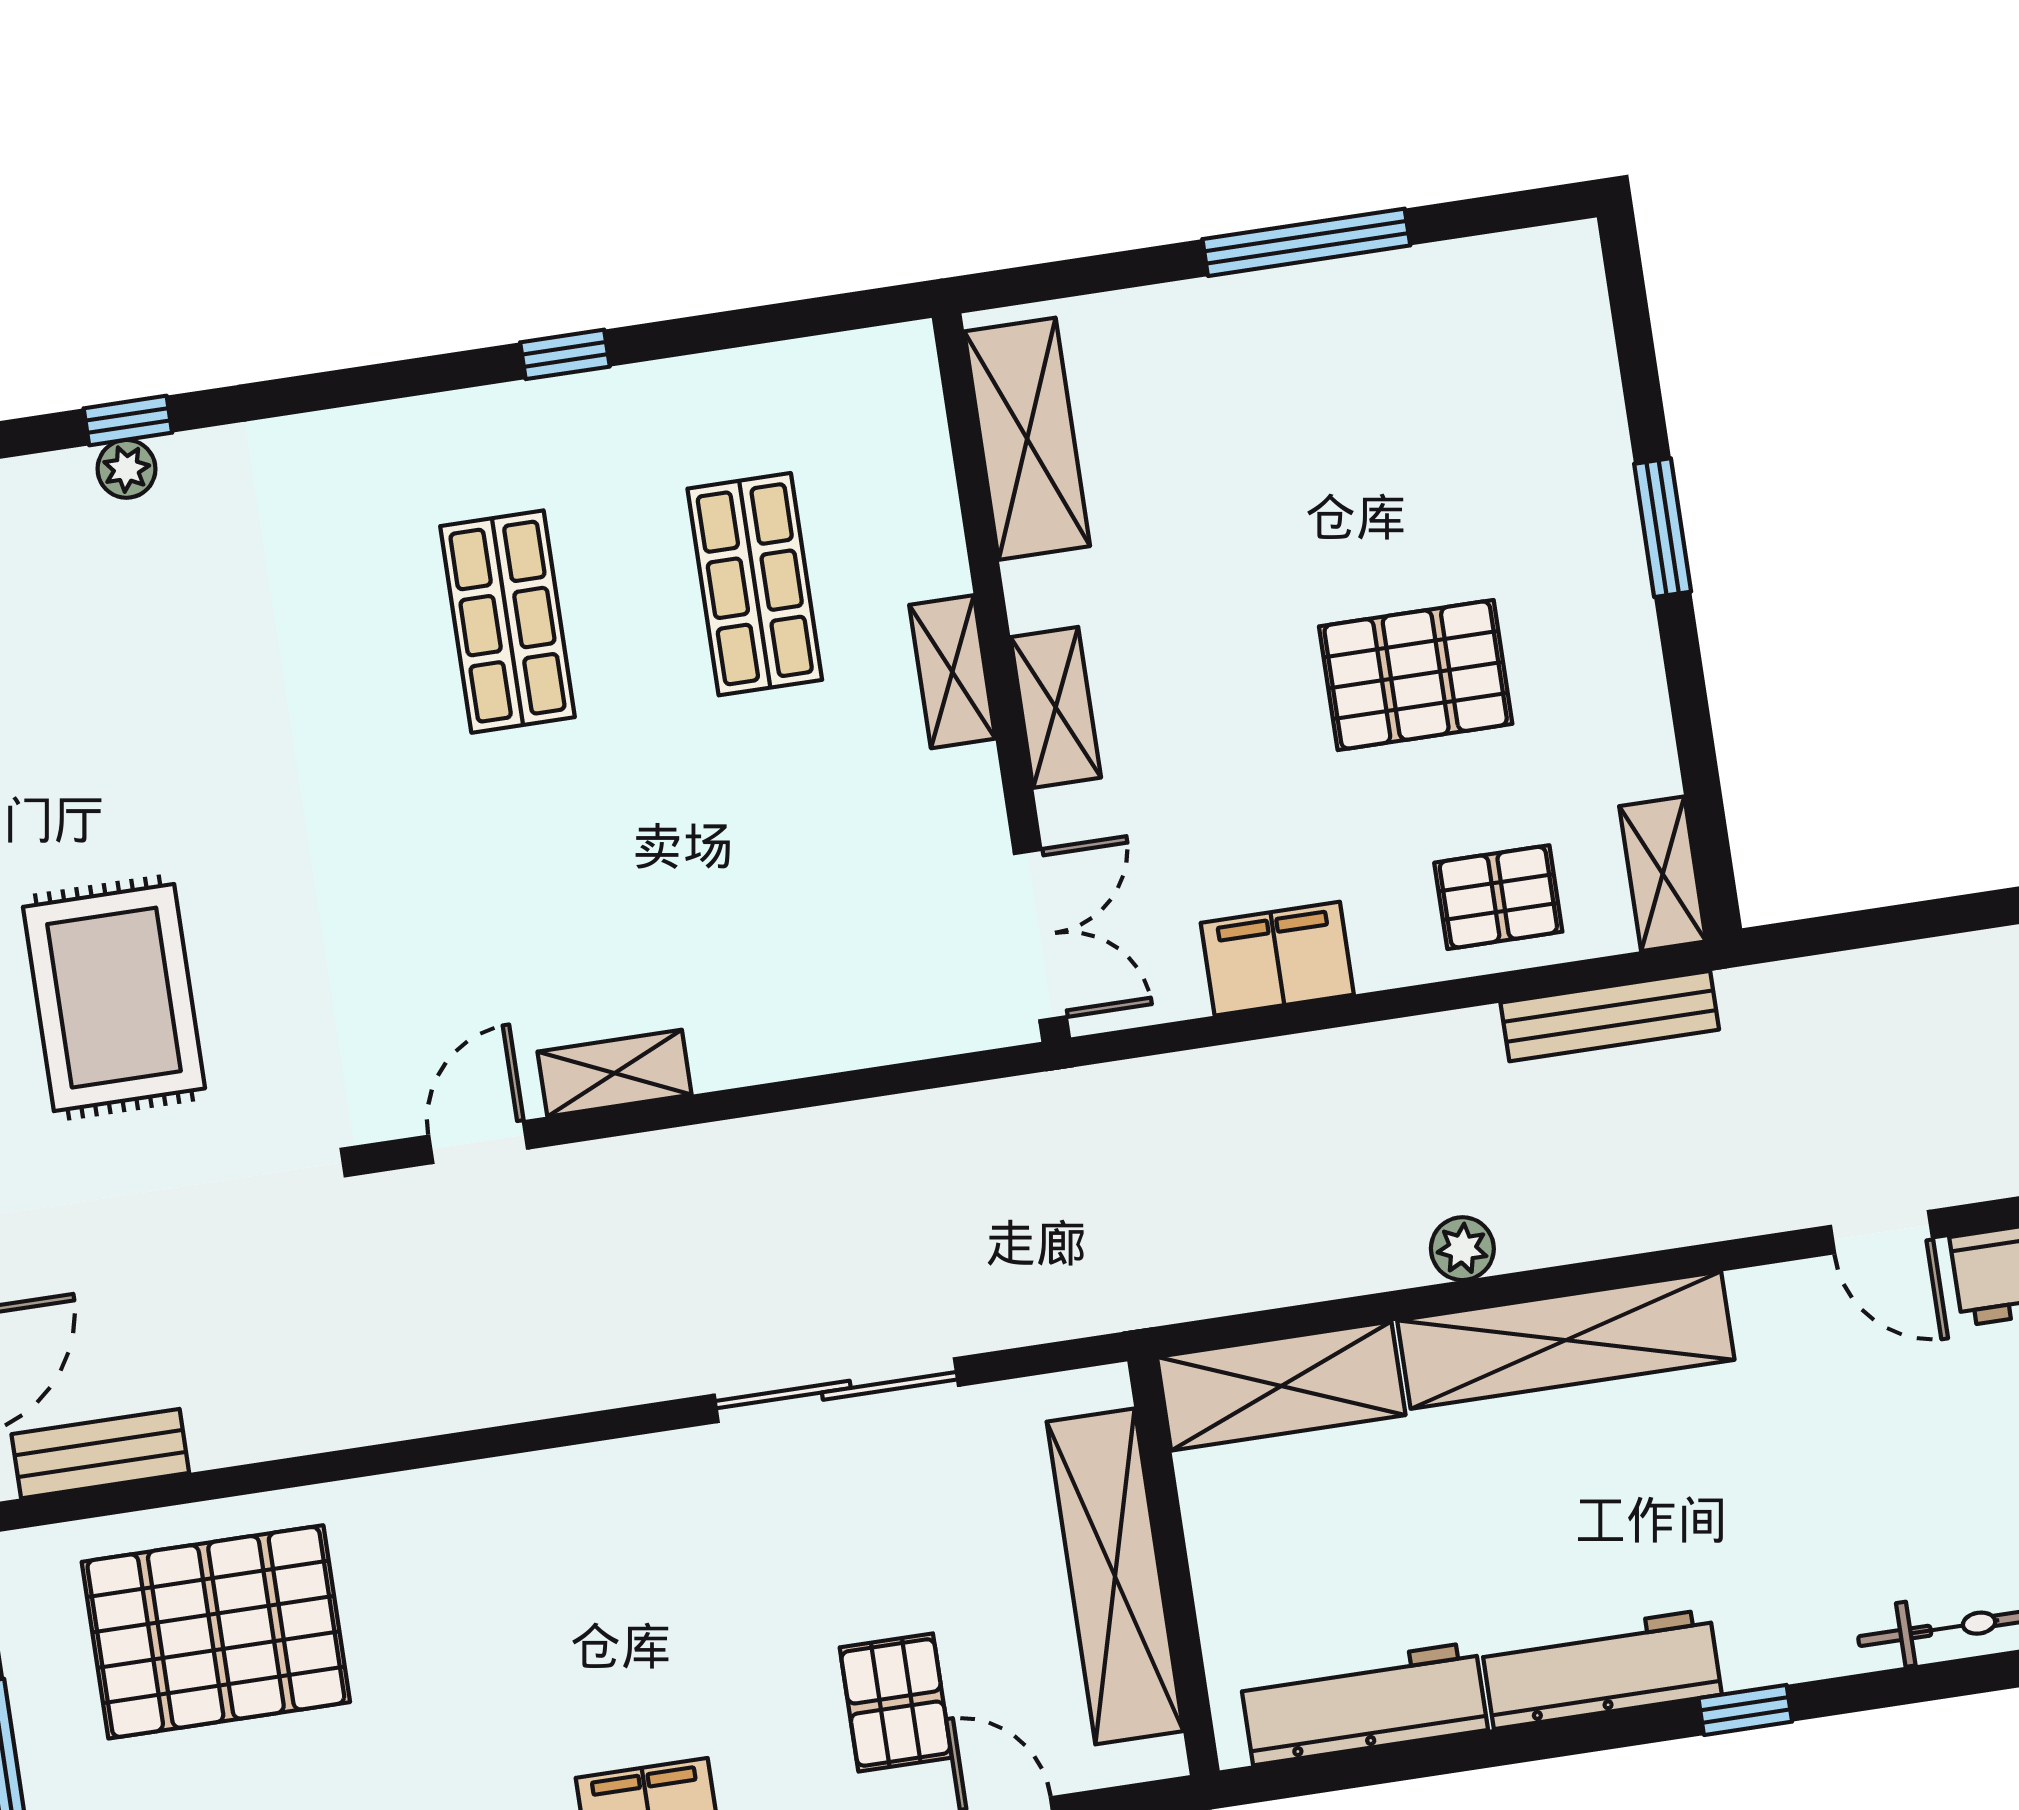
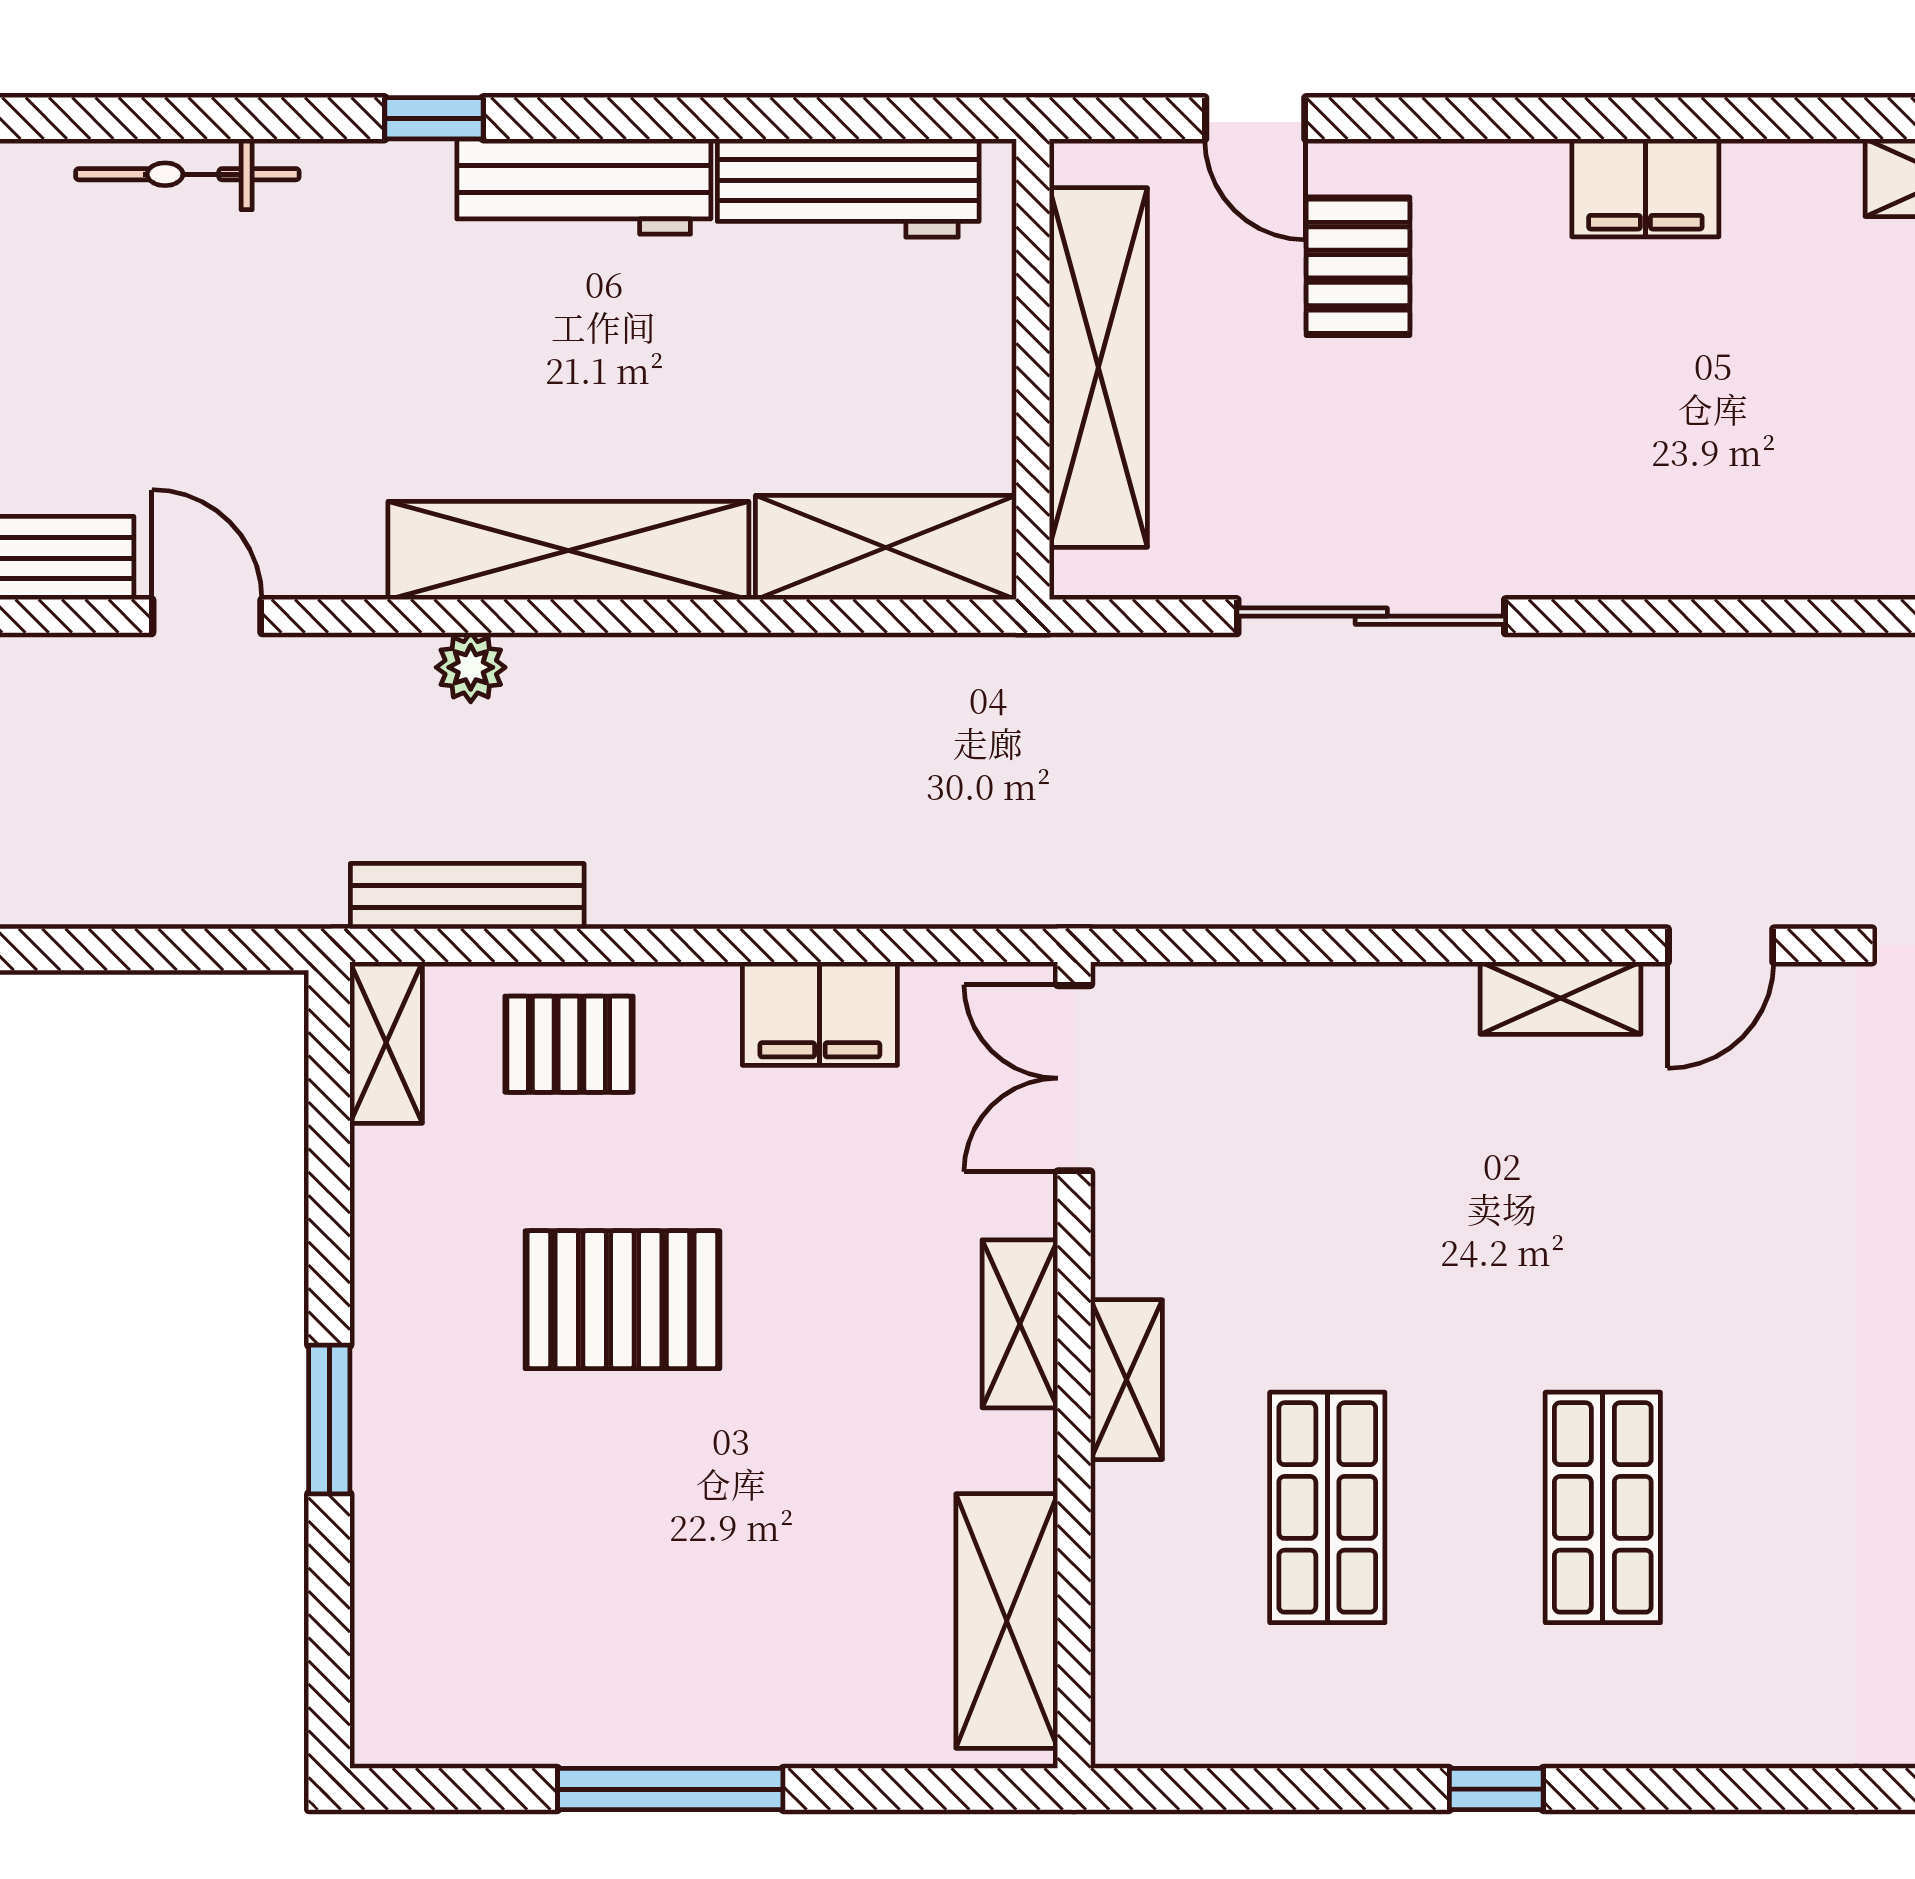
plant: (1462, 1249) -> (471, 667), moved

